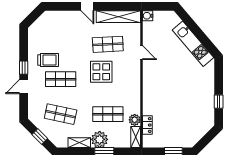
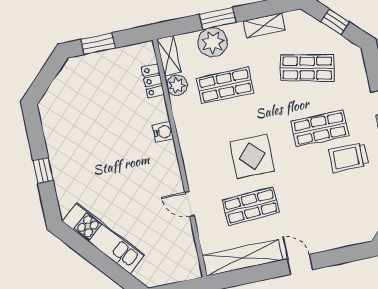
water cooler: (148, 16) -> (163, 132), moved
window: (219, 102) -> (43, 170), moved
plant: (100, 139) -> (213, 42), moved

